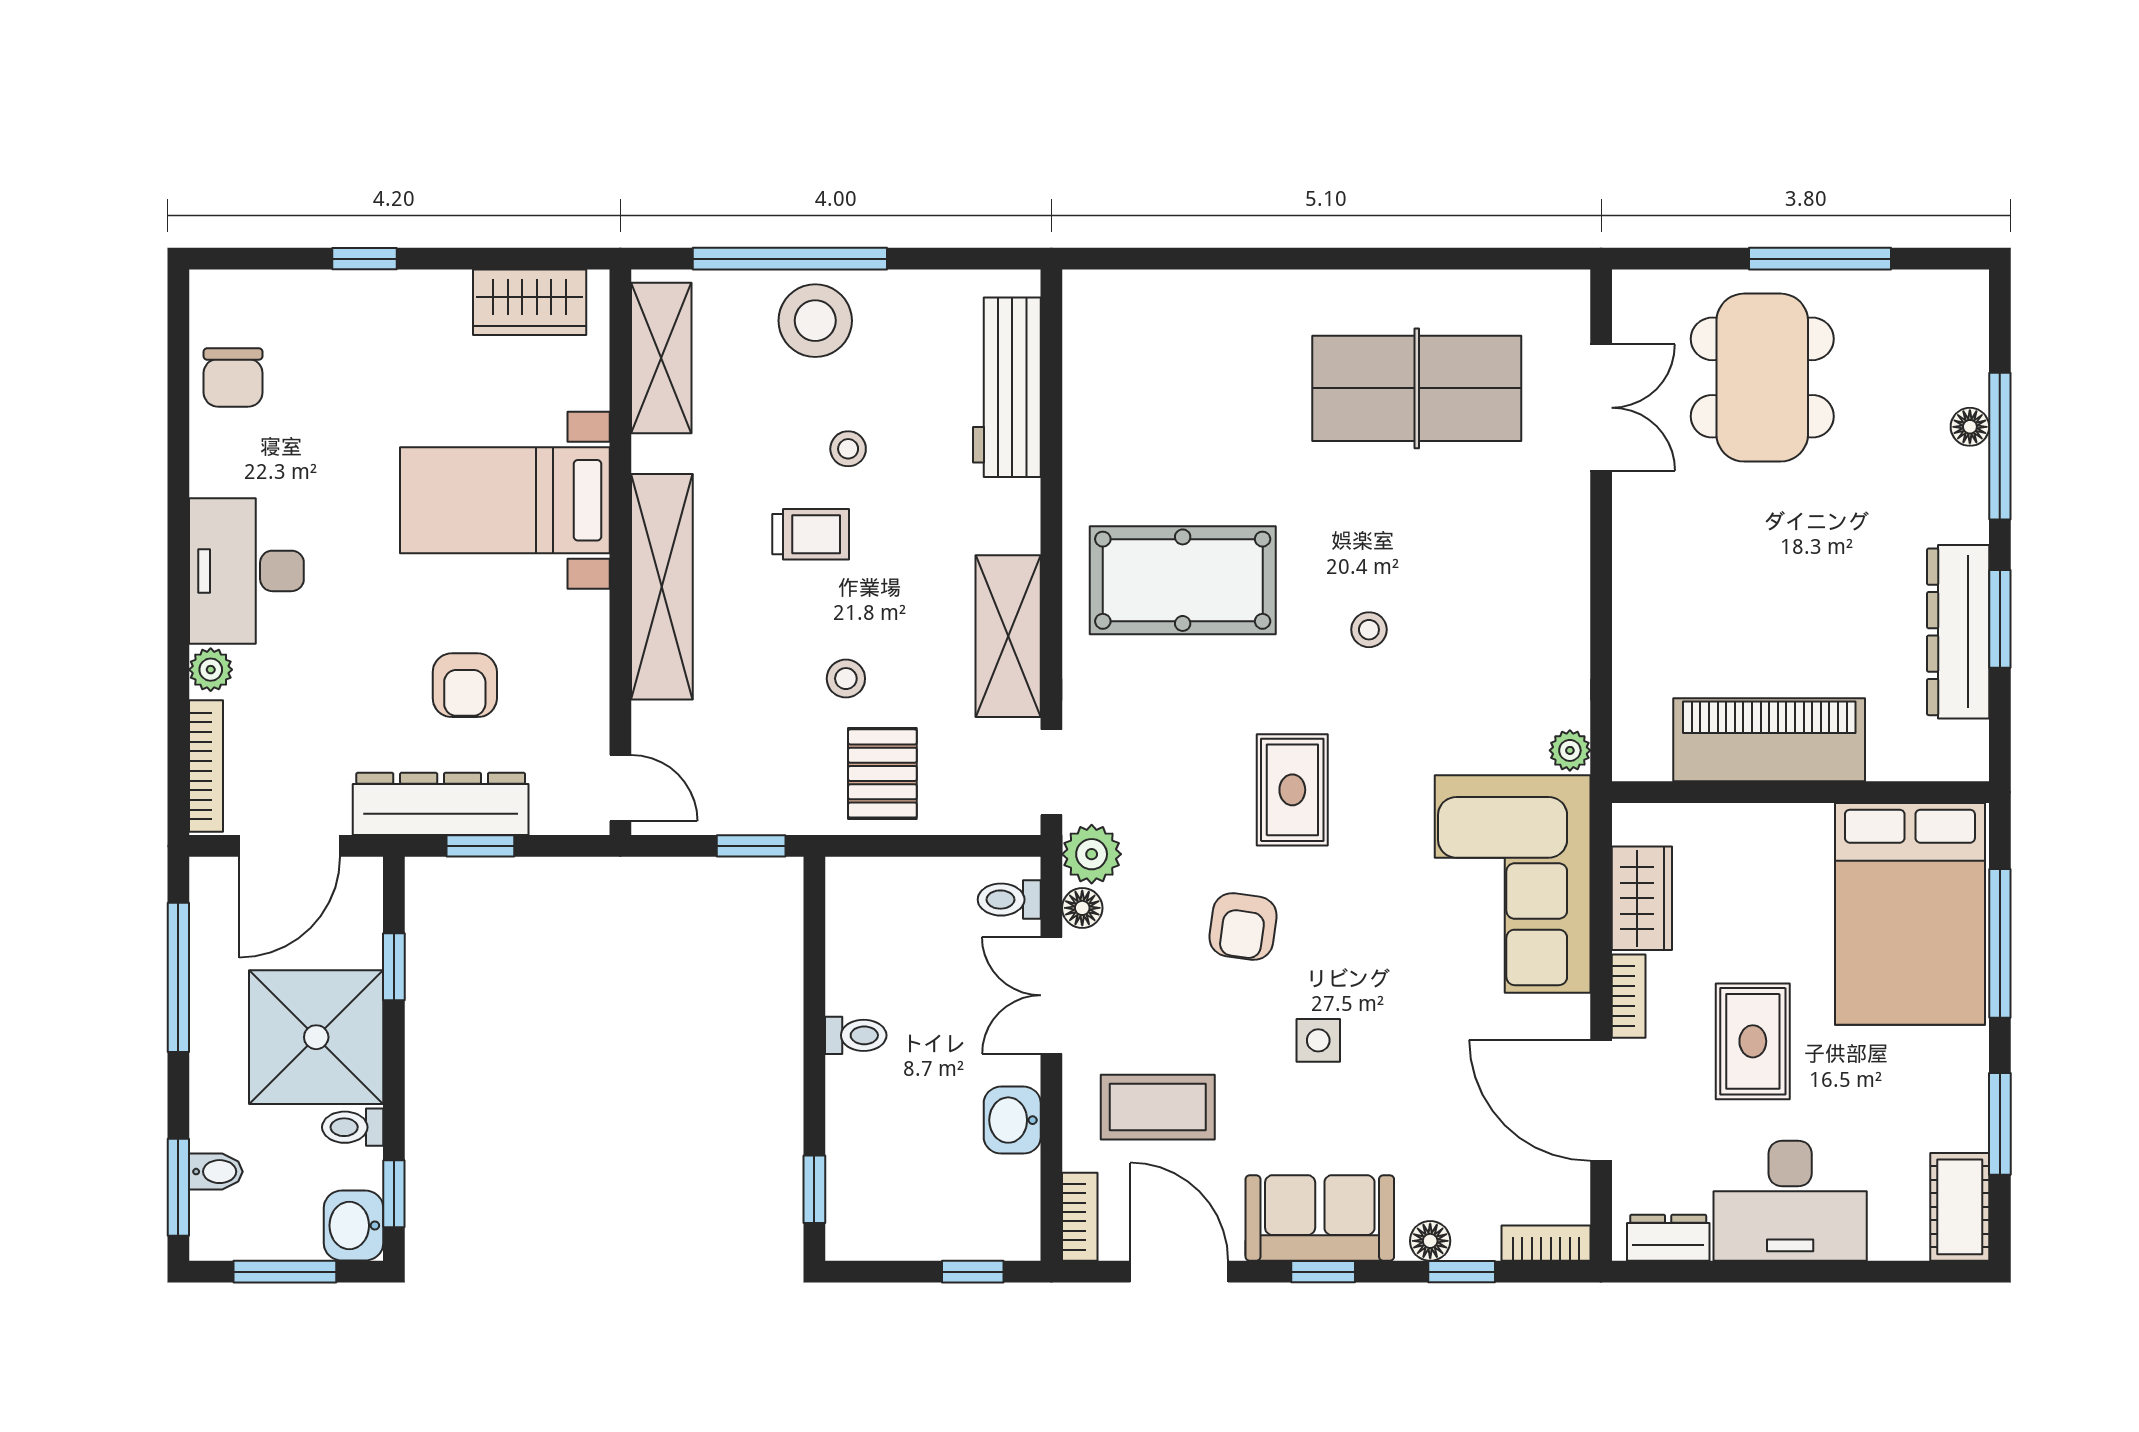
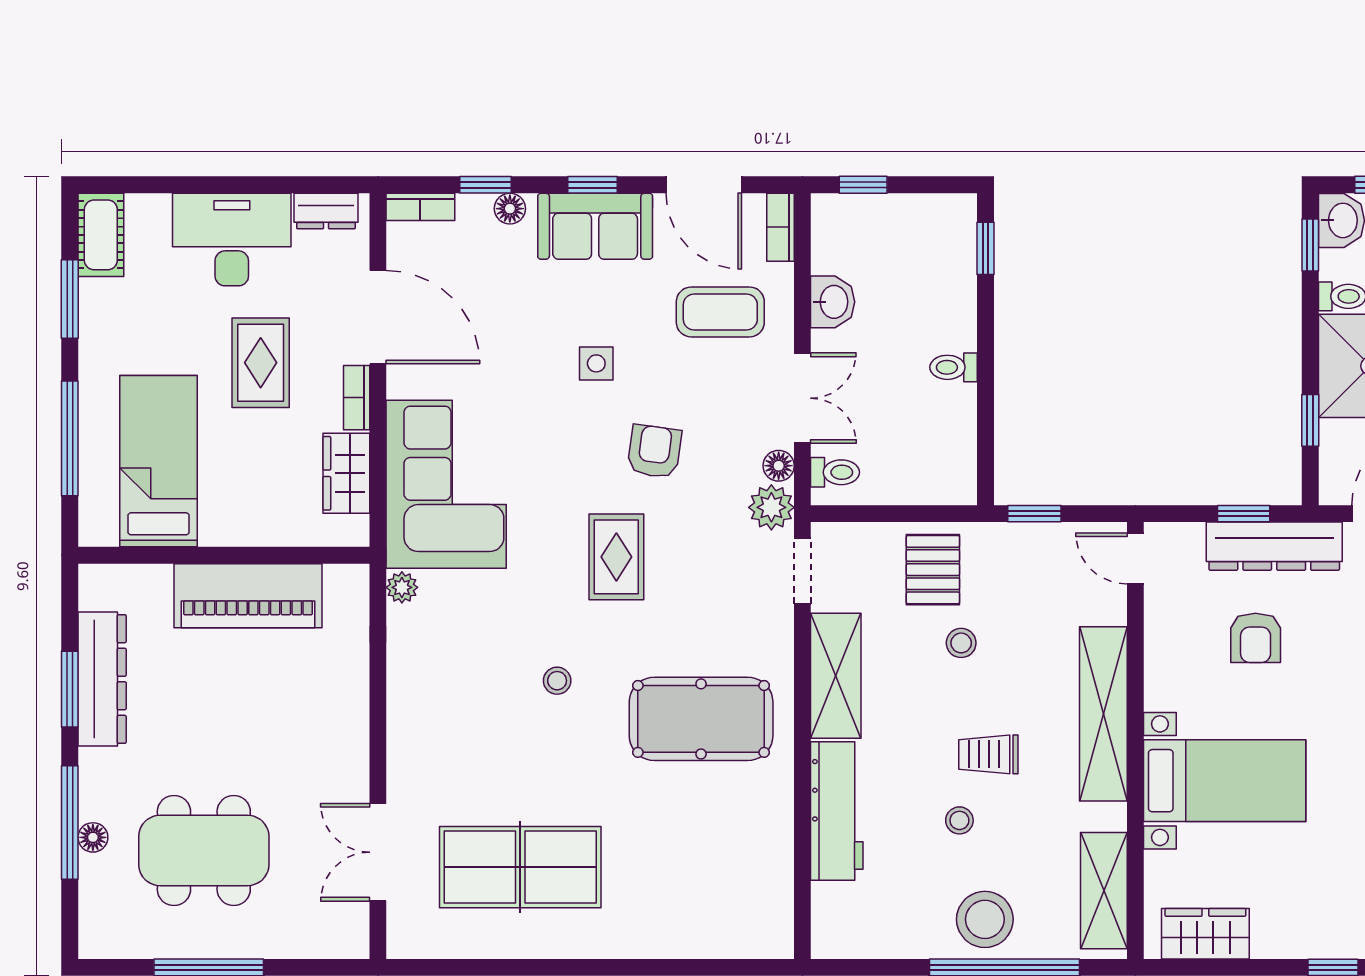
dining table: (1762, 378) -> (204, 850), moved, turned 90
workbench: (1007, 387) -> (837, 811), moved
armchair: (465, 685) -> (1256, 638), turned 180
bed: (1910, 914) -> (159, 461), width x0.67

